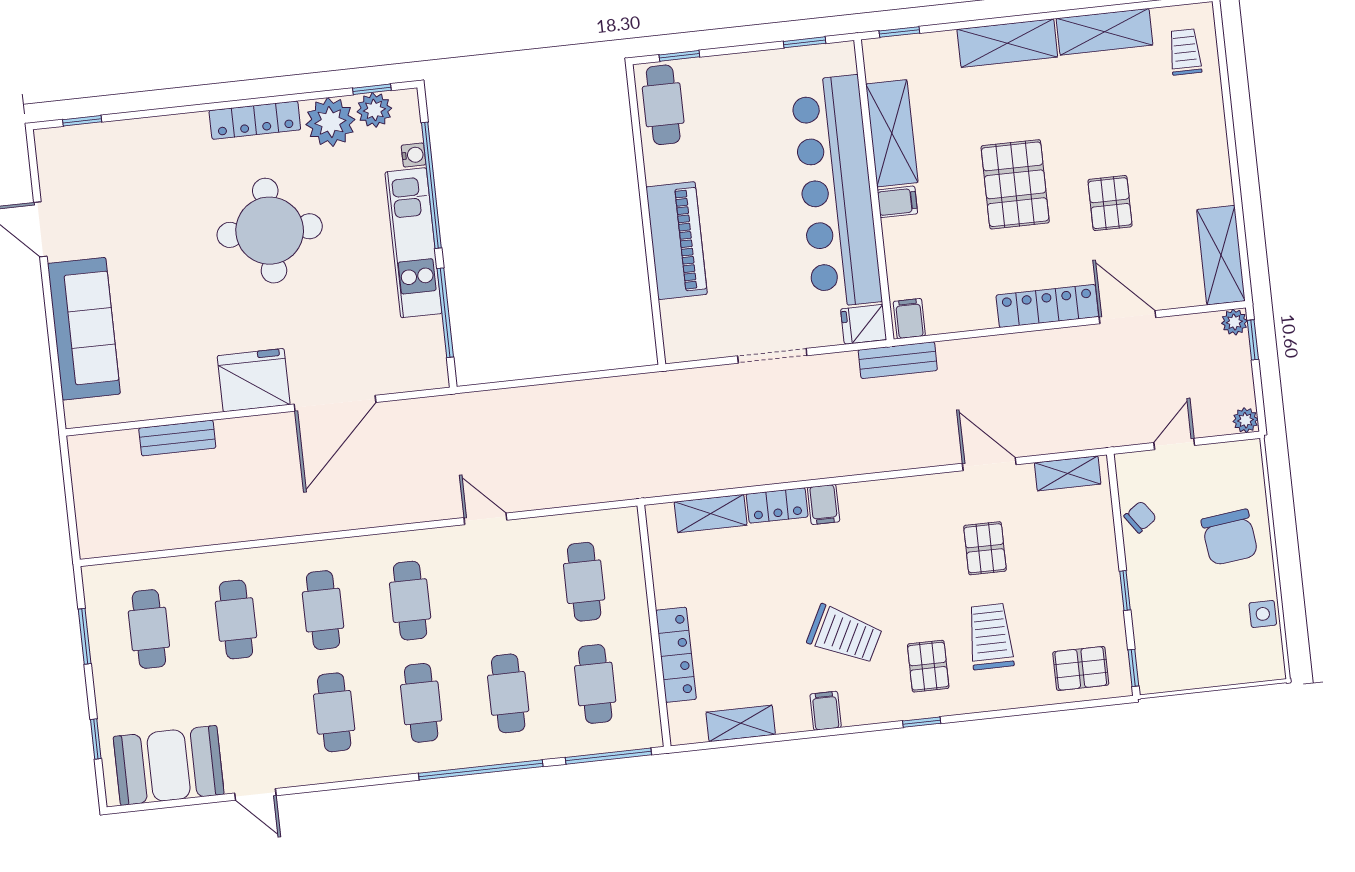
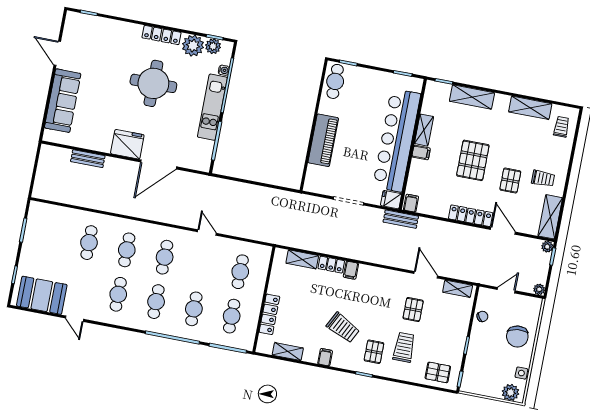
shelving: (1007, 43) -> (472, 97), moved
shelving: (892, 133) -> (424, 130), width x0.67, depth x0.75
trolley: (1180, 177) -> (543, 178), added
cafe table: (149, 629) -> (51, 235), removed
plant: (1252, 663) -> (510, 392), added

